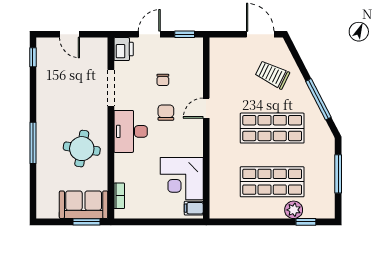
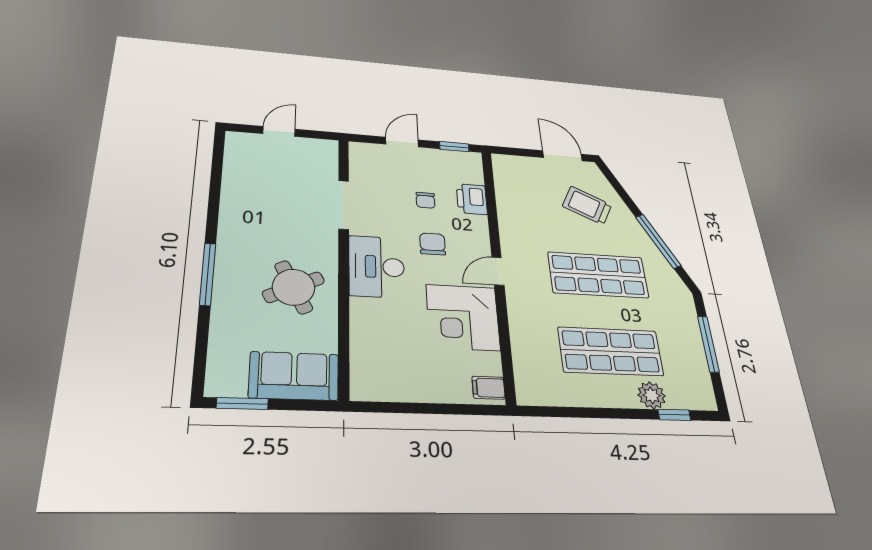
door: (70, 34) -> (279, 131), swing flipped
printer: (124, 49) -> (472, 199), moved, turned 180
window: (33, 57) -> (218, 155), removed
door: (206, 108) -> (498, 271), moved
round table: (82, 149) -> (294, 287), turned -35
corner desk: (182, 179) -> (463, 317), moved
bookcase: (119, 196) -> (359, 363), removed
window: (86, 222) -> (242, 404), moved

